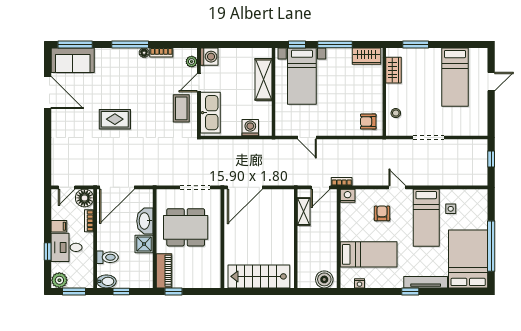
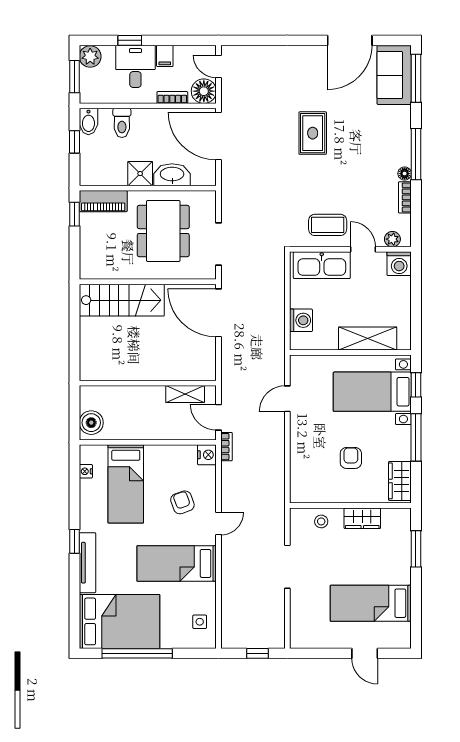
wardrobe: (393, 70) -> (362, 518), moved
armchair: (368, 122) -> (351, 458), moved
side table: (451, 209) -> (200, 622), moved
armchair: (382, 213) -> (182, 502), turned -110
stairs: (259, 276) -> (122, 300), moved, turned 90

